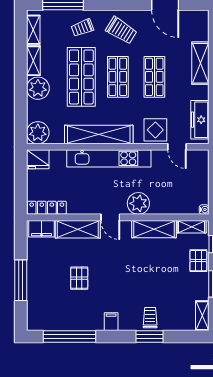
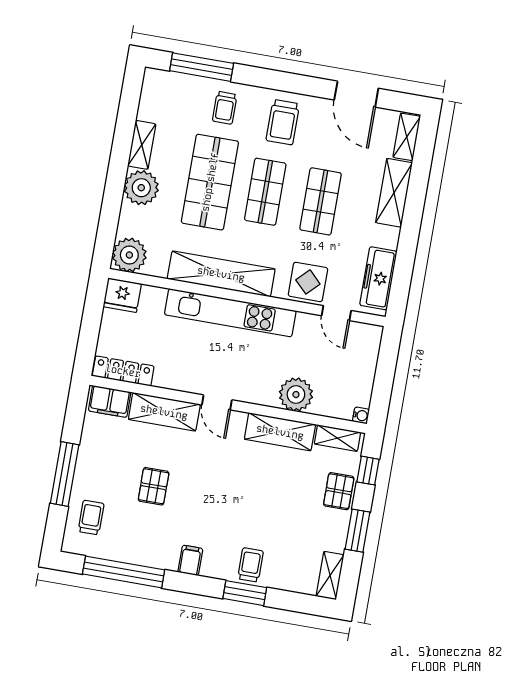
trolley: (82, 28) -> (225, 108), turned -69
shelving: (33, 30) -> (407, 137), moved
trolley: (121, 30) -> (283, 122), turned 58
plant: (138, 203) -> (296, 395), moved
trolley: (43, 305) -> (91, 518), added

